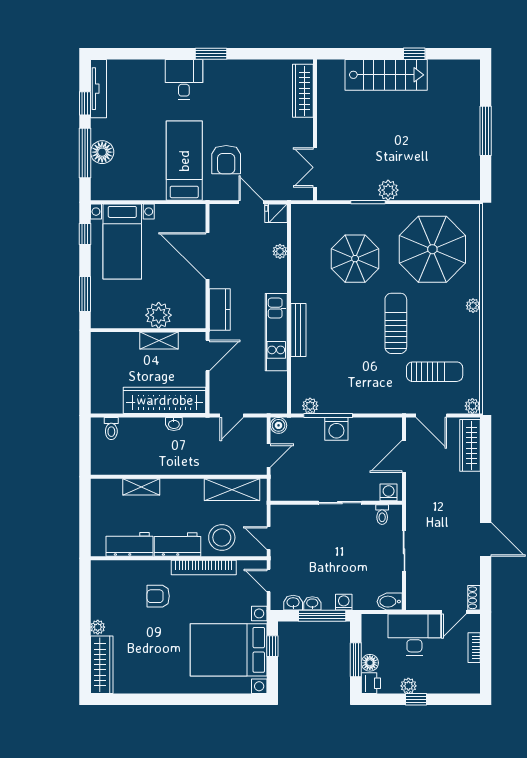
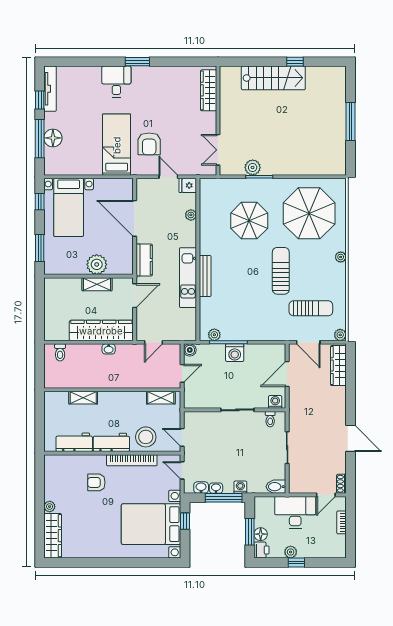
plant: (388, 190) -> (253, 167), moved
shelving: (232, 490) -> (161, 398), width x0.67, depth x0.75

